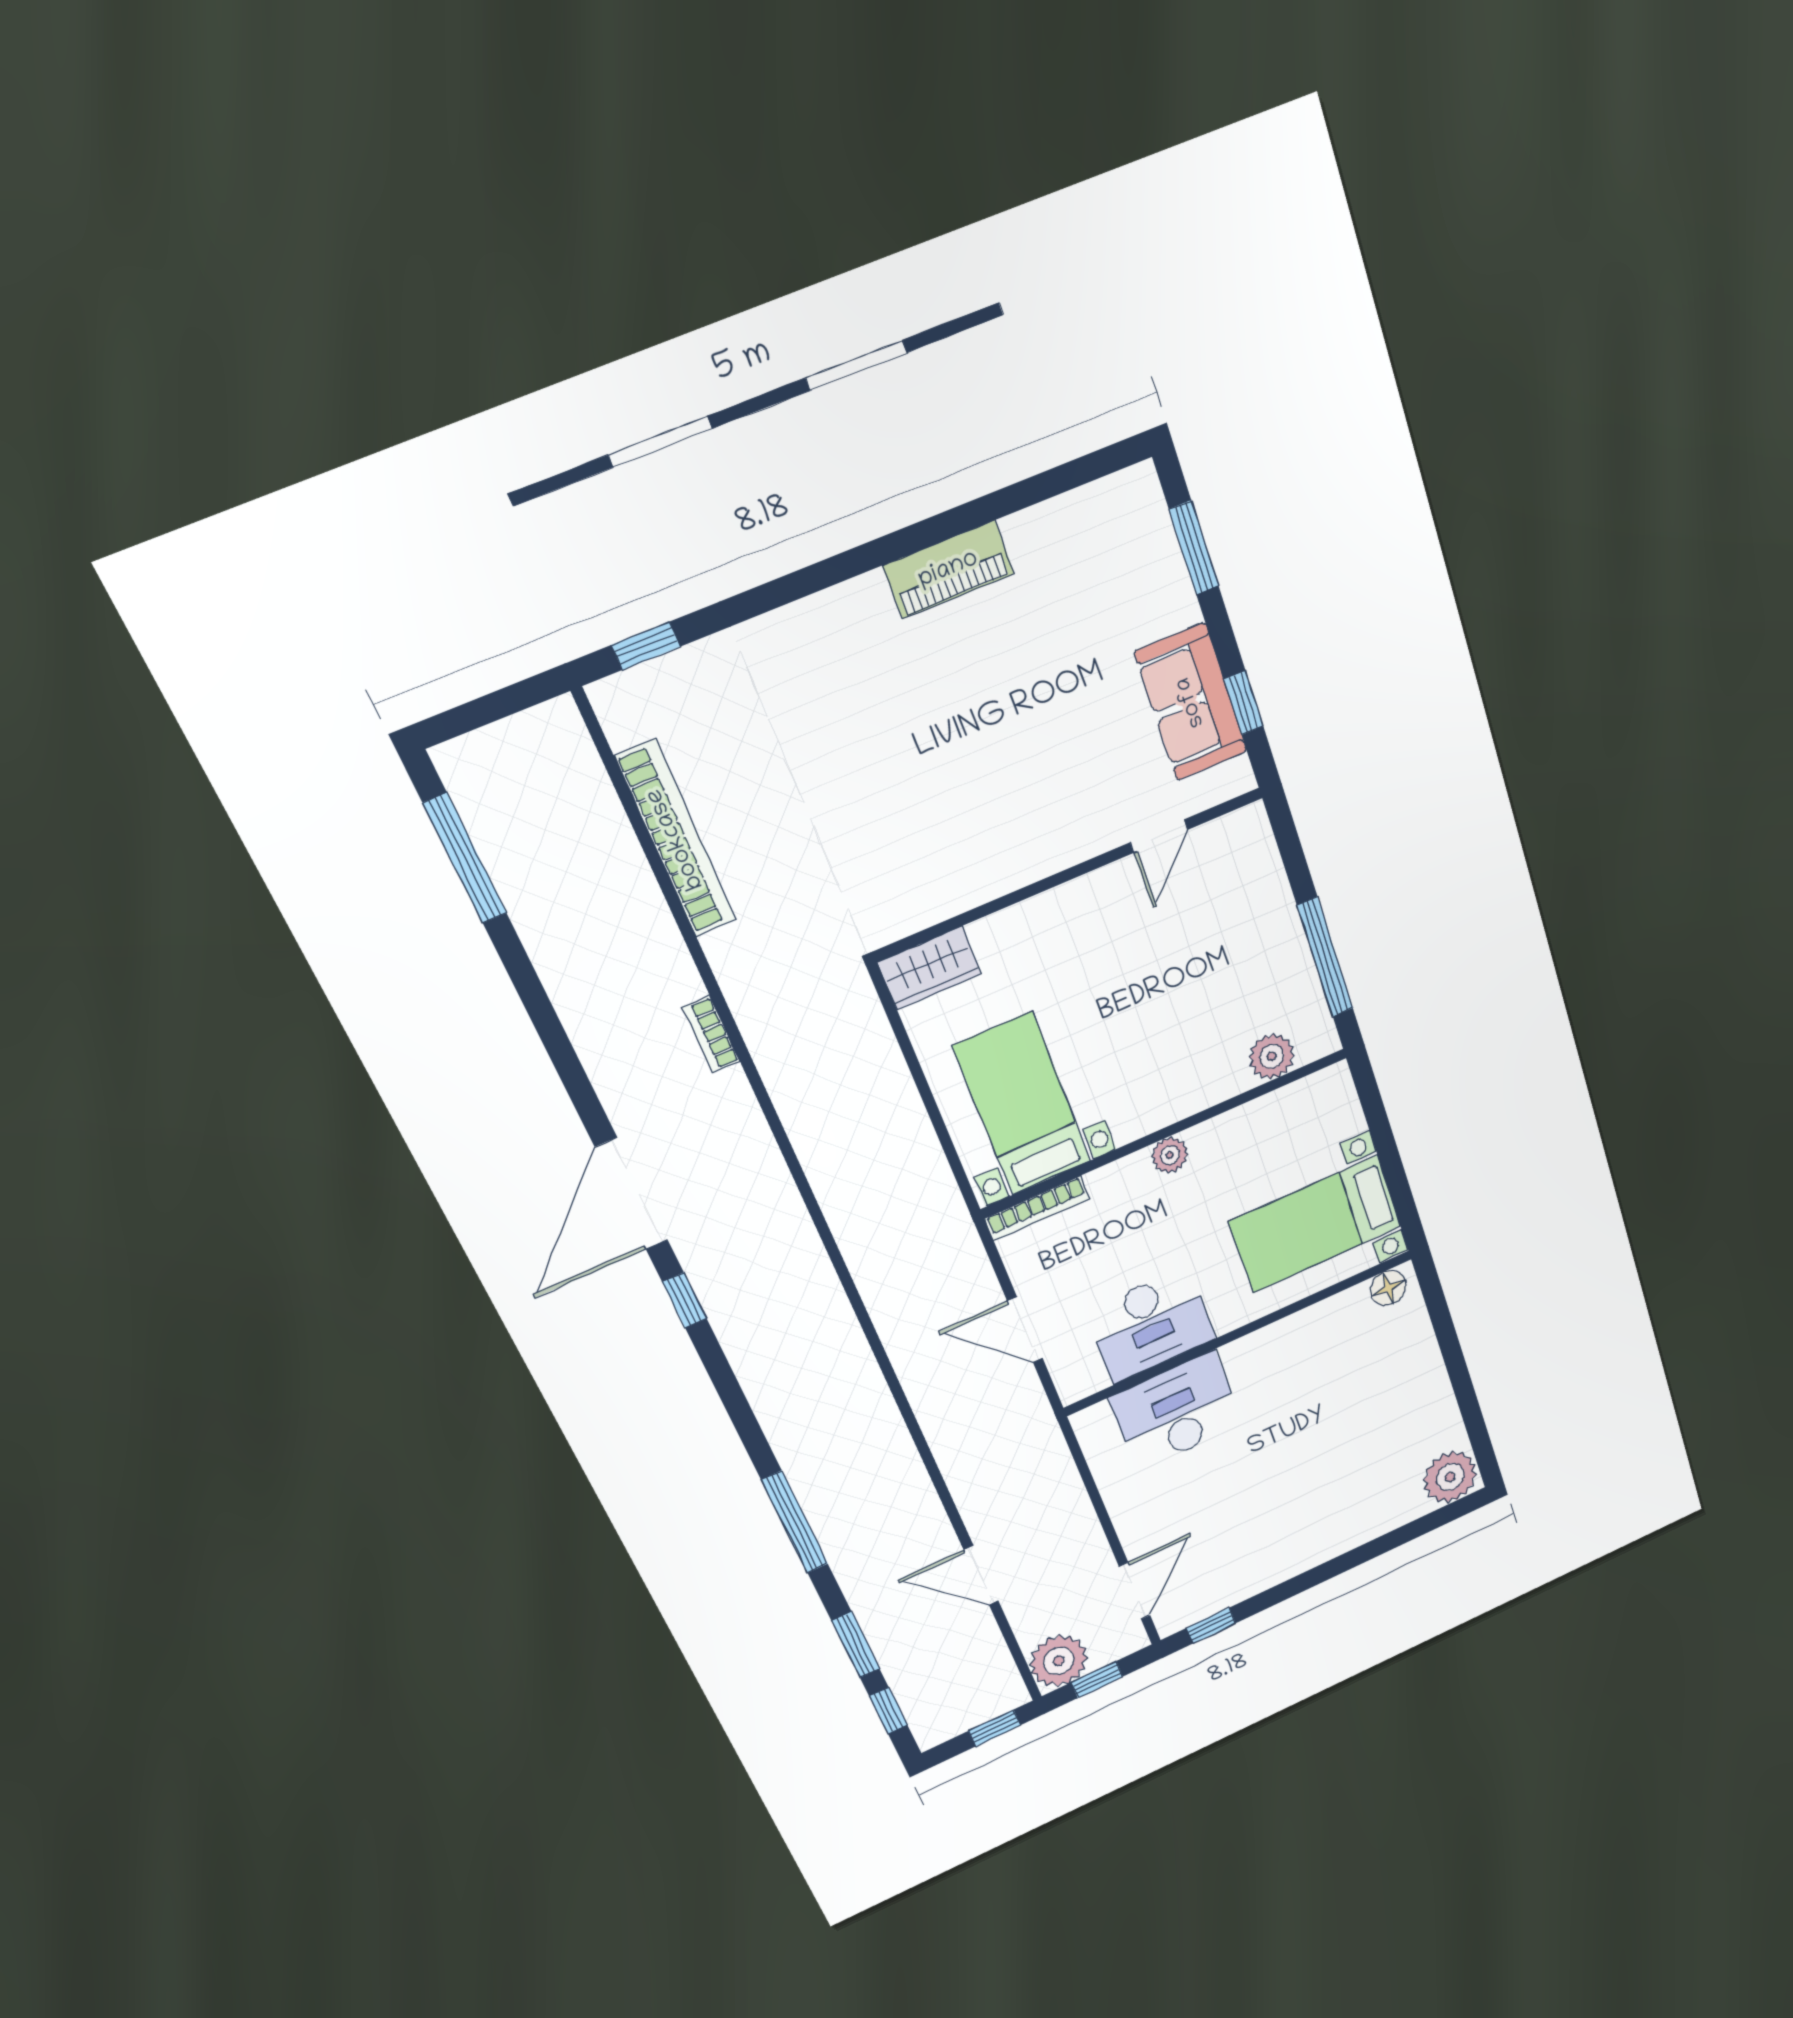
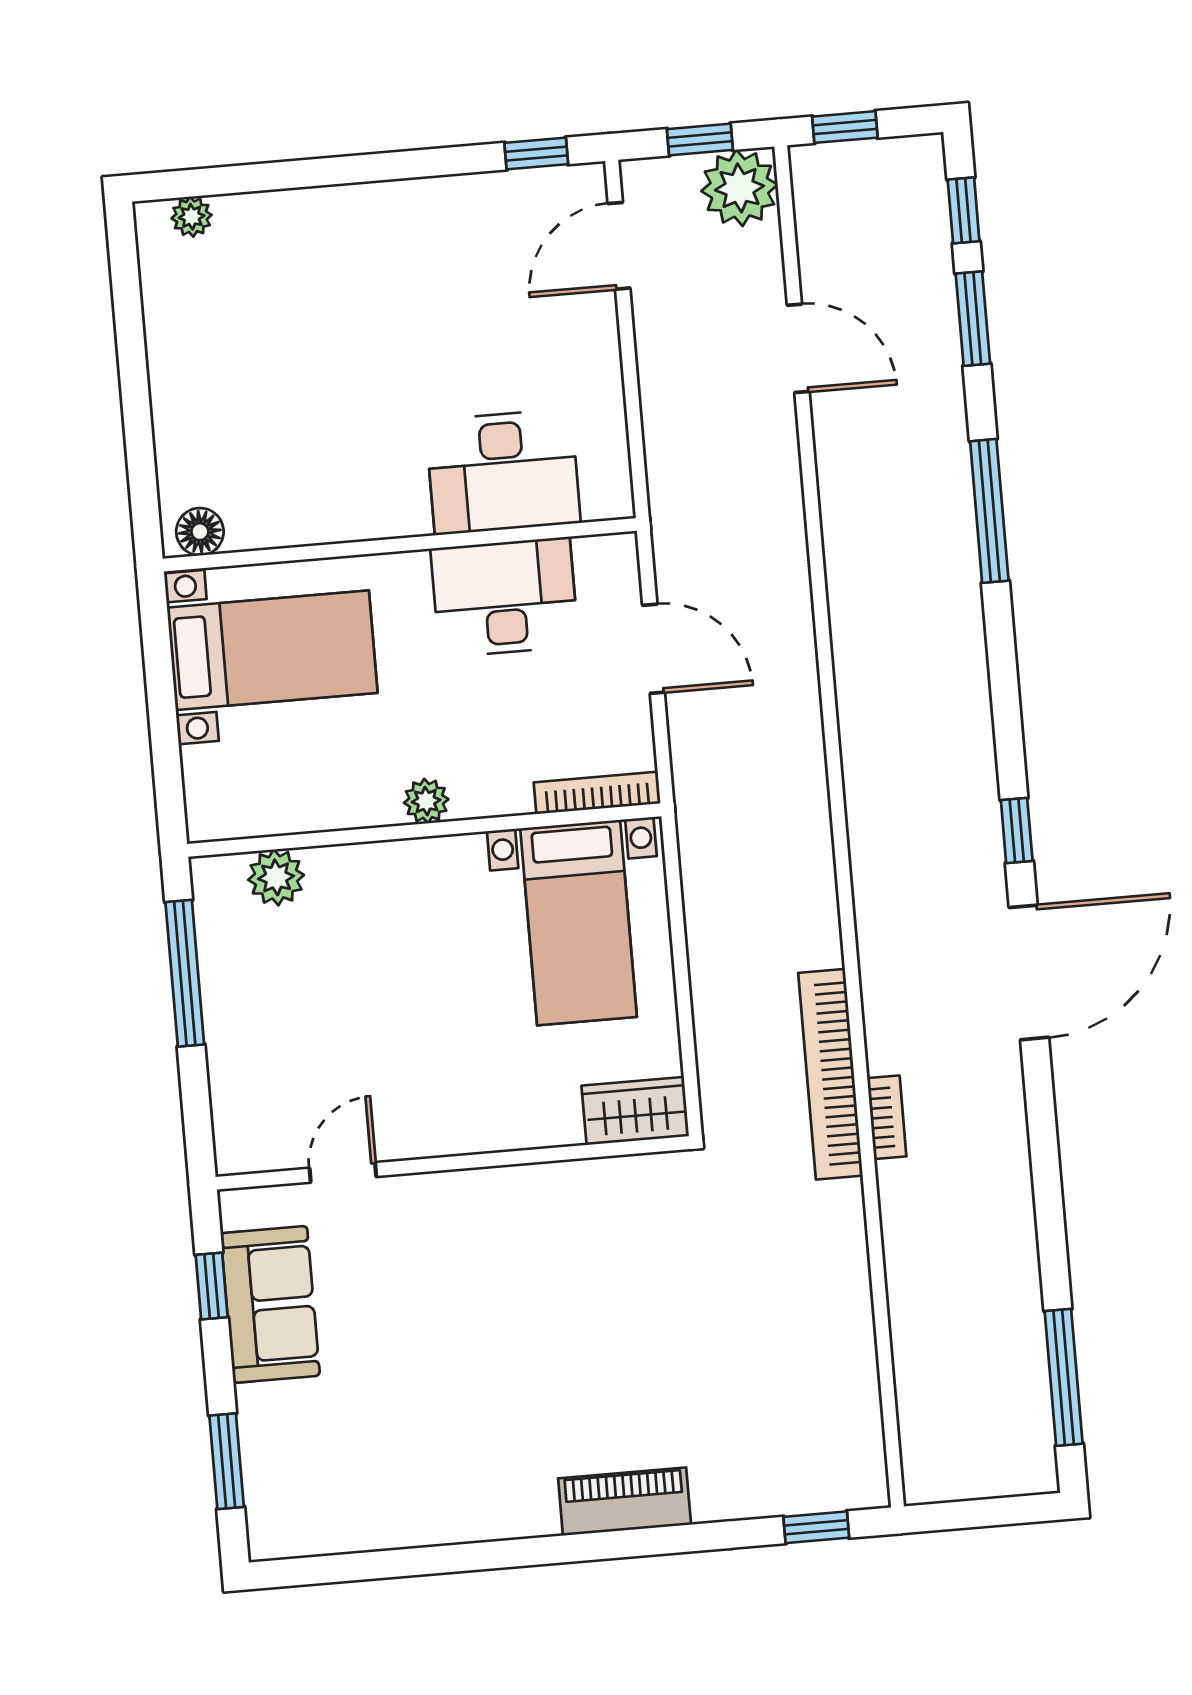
piano: (949, 570) -> (625, 1502), moved
bookcase: (676, 839) -> (830, 1074), moved
plant: (1450, 1477) -> (192, 217), width x0.53, depth x0.53

